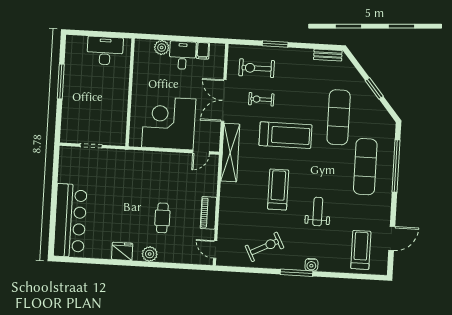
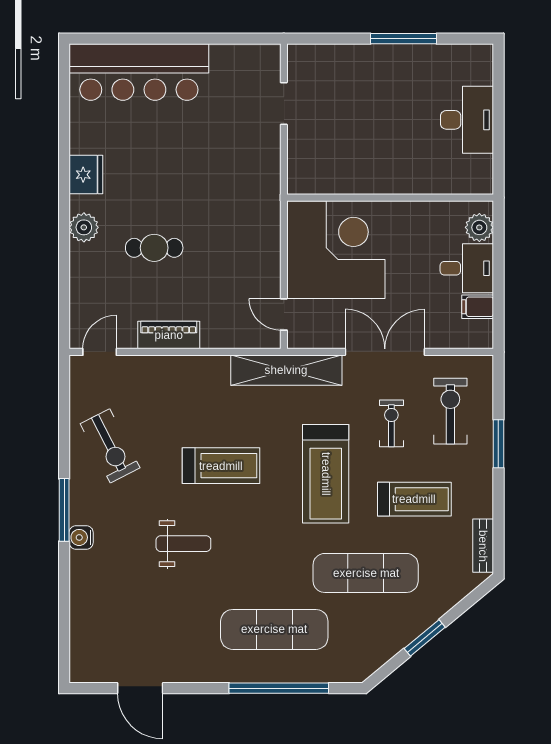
wall: (130, 92) -> (390, 198), moved
treadmill: (361, 250) -> (414, 499), moved

